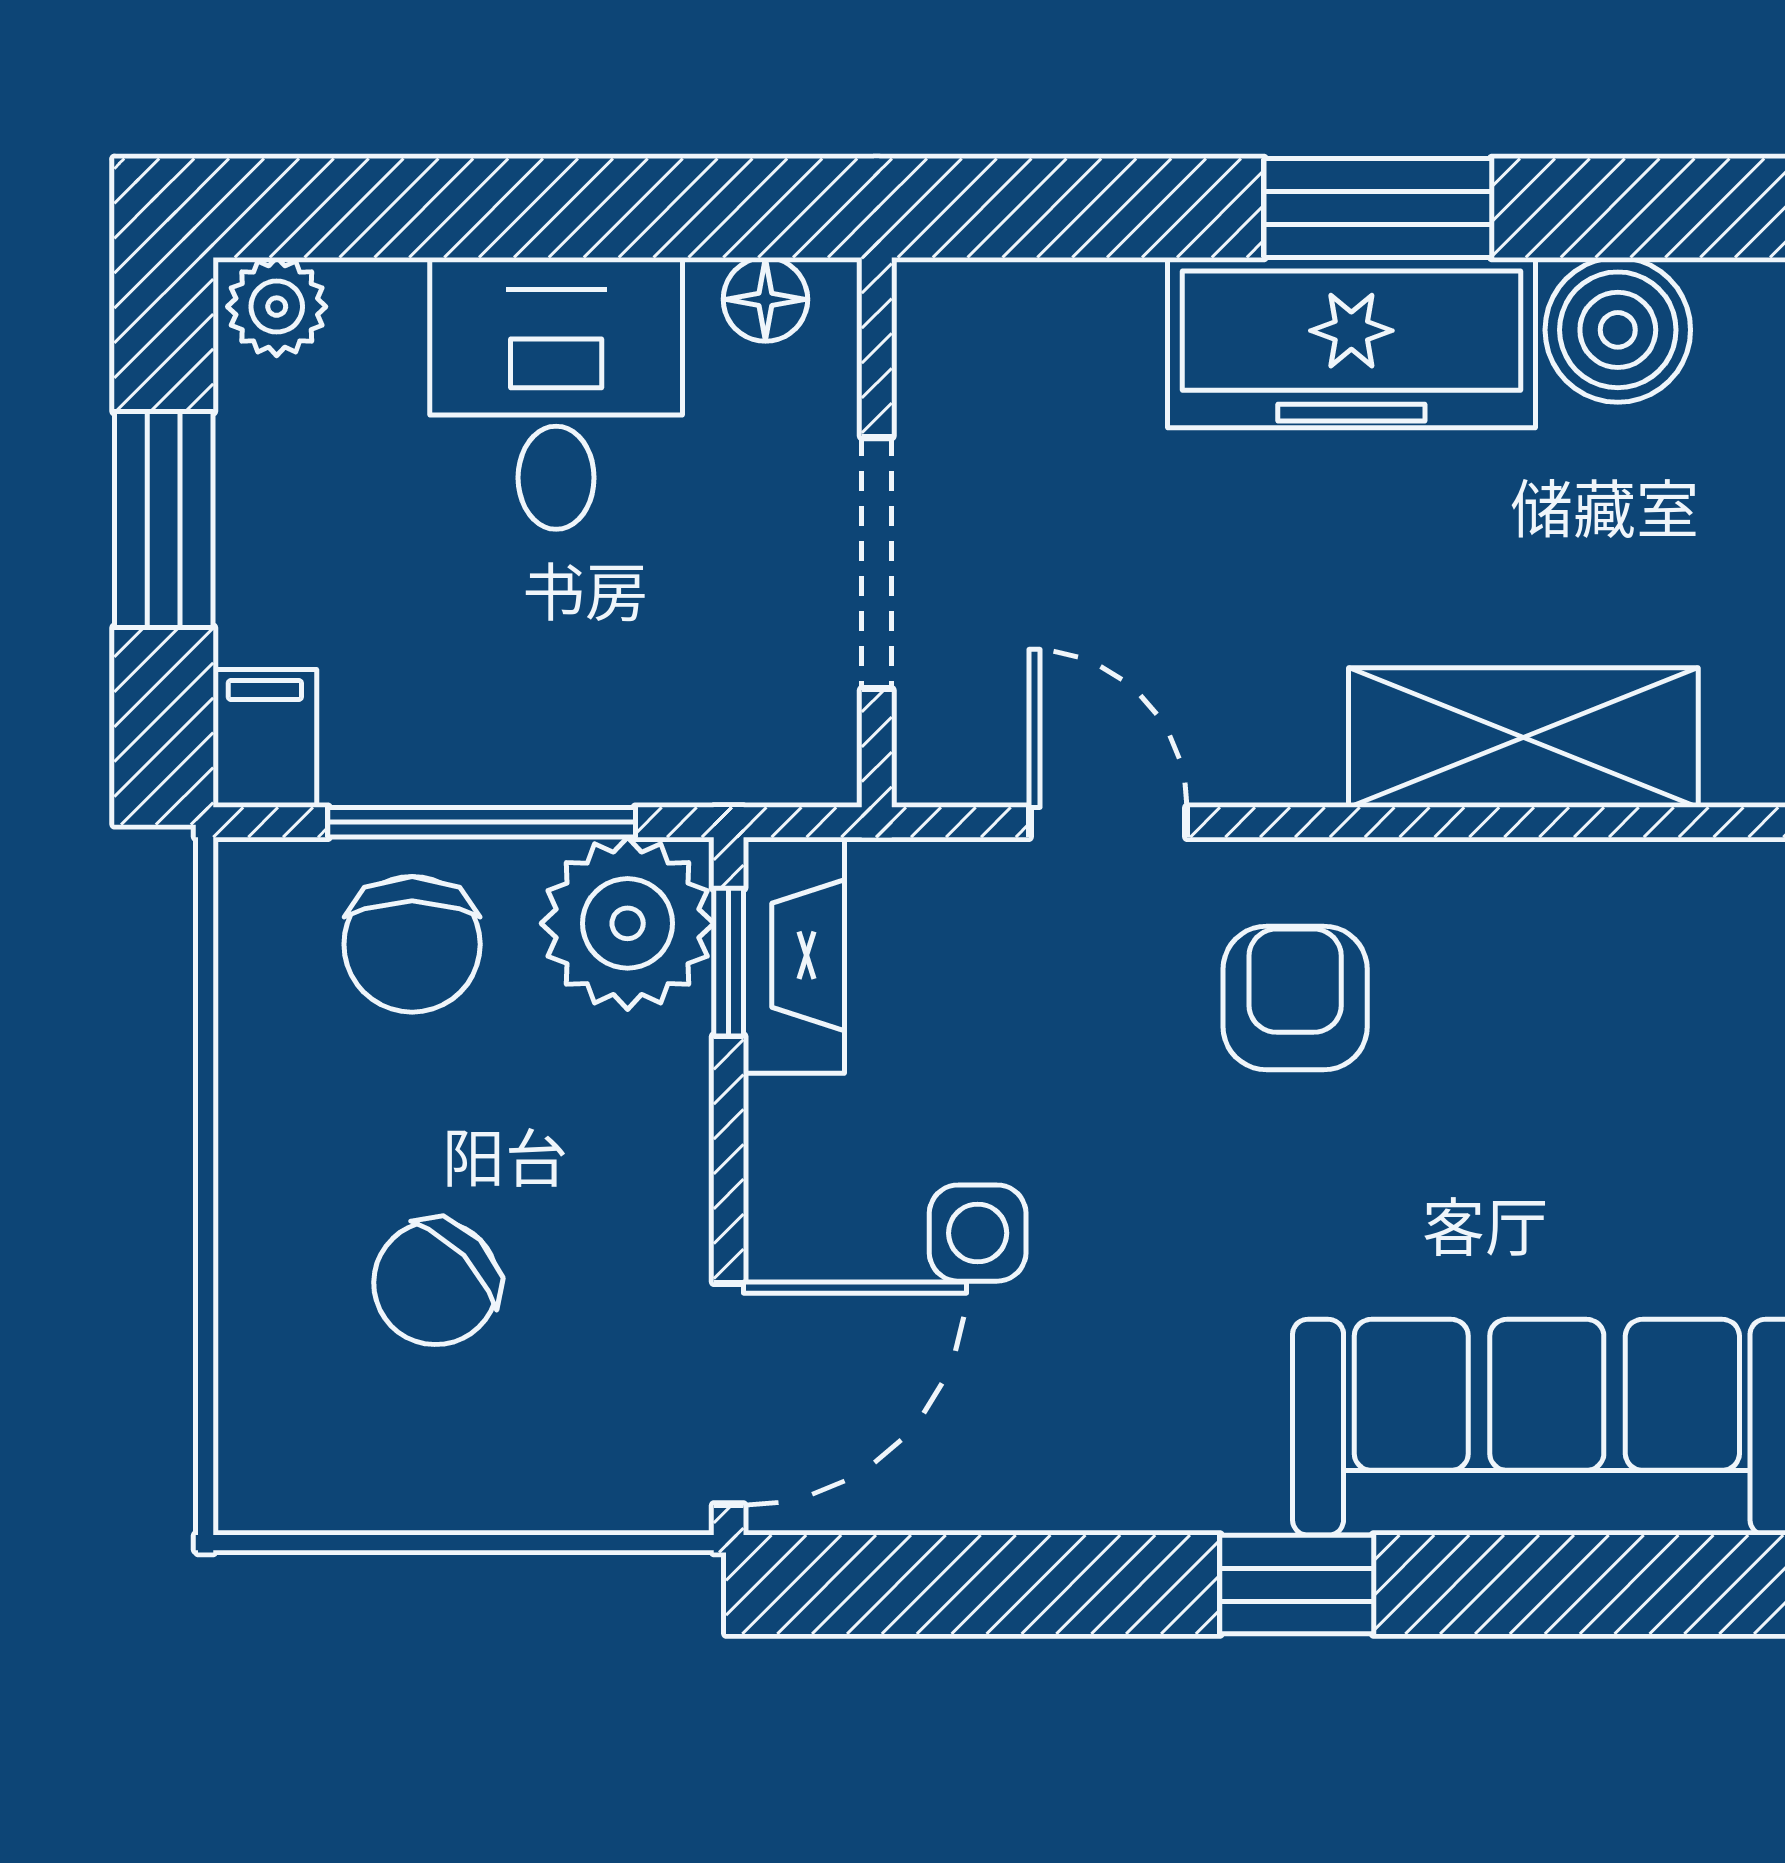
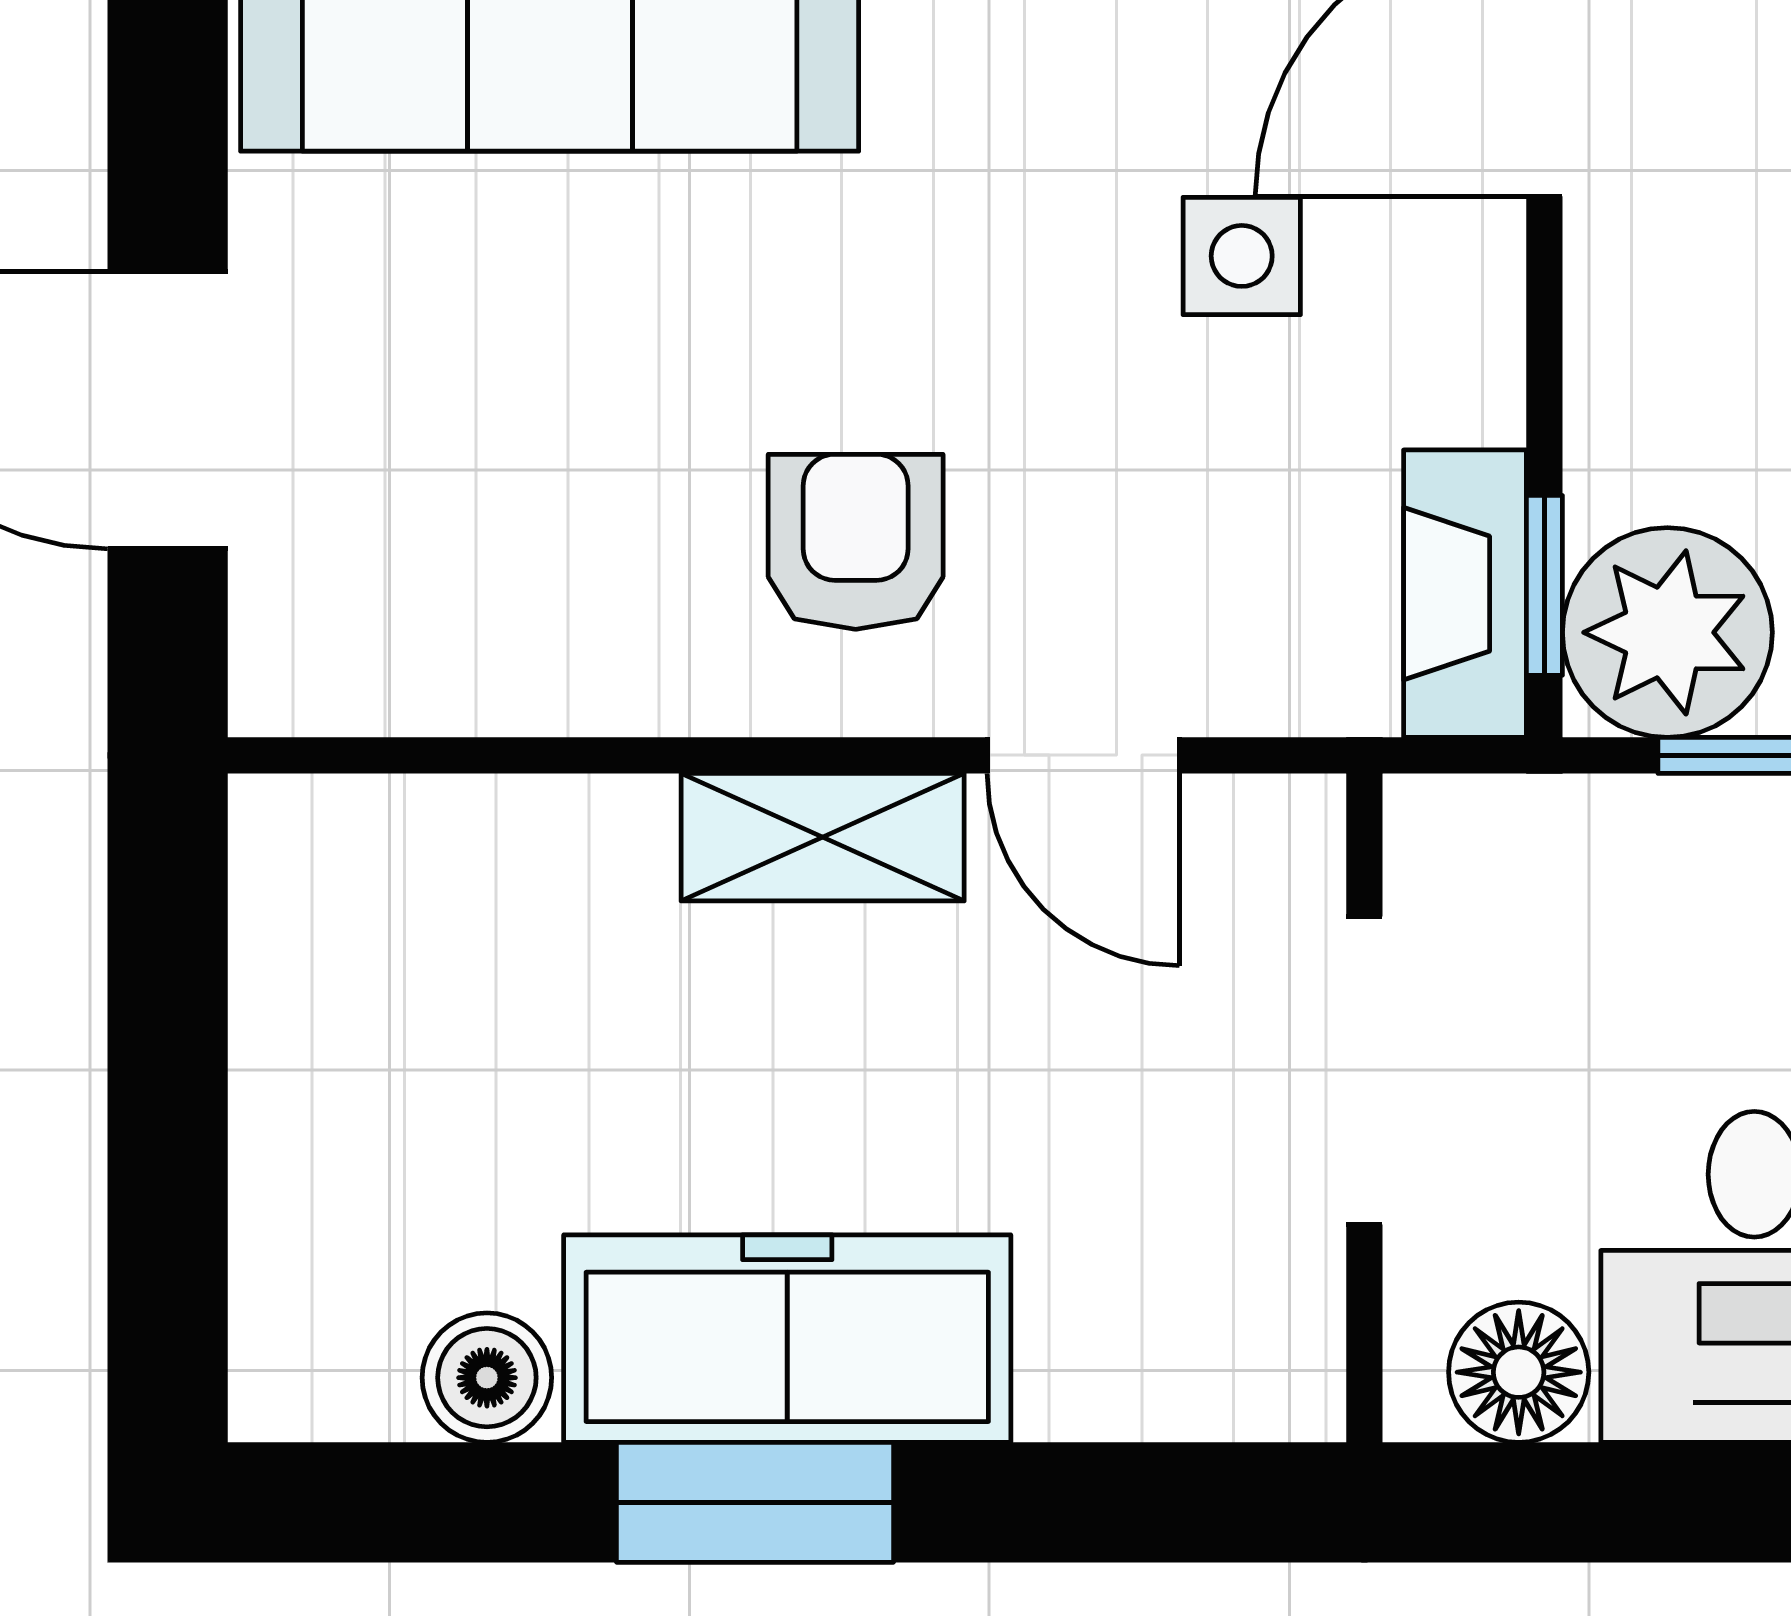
floor lamp: (765, 299) -> (1519, 1372), width x1.37, depth x1.37
boiler: (1618, 330) -> (487, 1378), width x0.73, depth x0.73
shelving: (1523, 738) -> (823, 837), moved, width x0.67, depth x0.75
armchair: (1295, 998) -> (856, 542), turned 180

